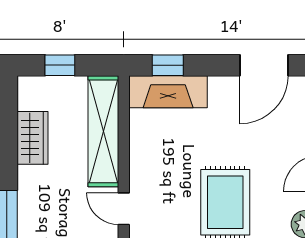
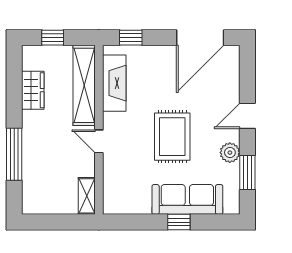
door: (264, 65) -> (200, 38), width x1.36
fireplace: (168, 92) -> (114, 83), moved, turned -90

